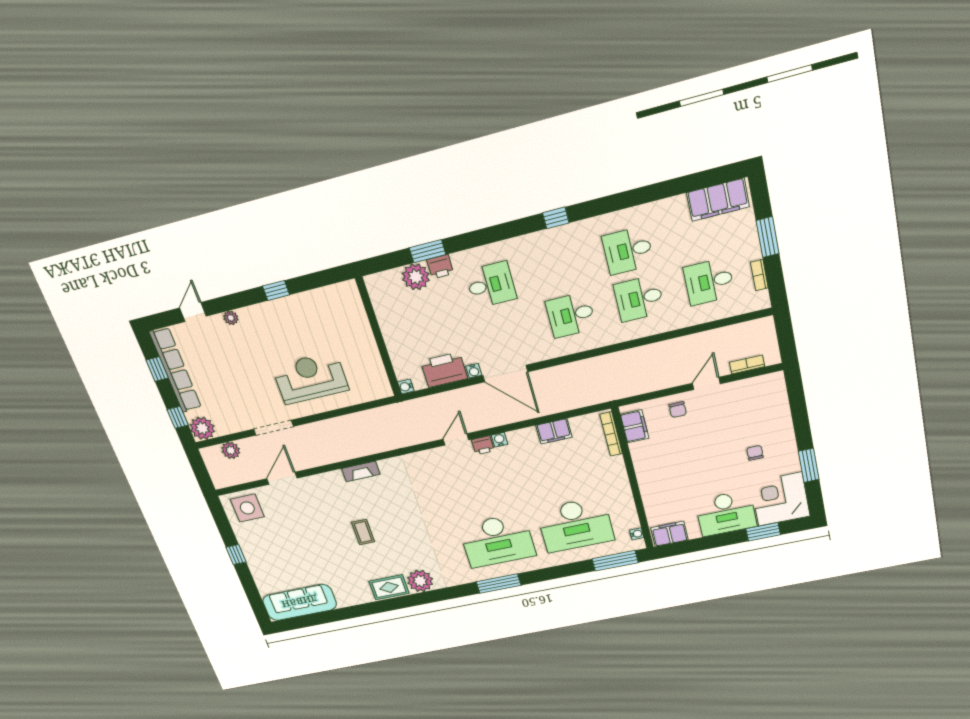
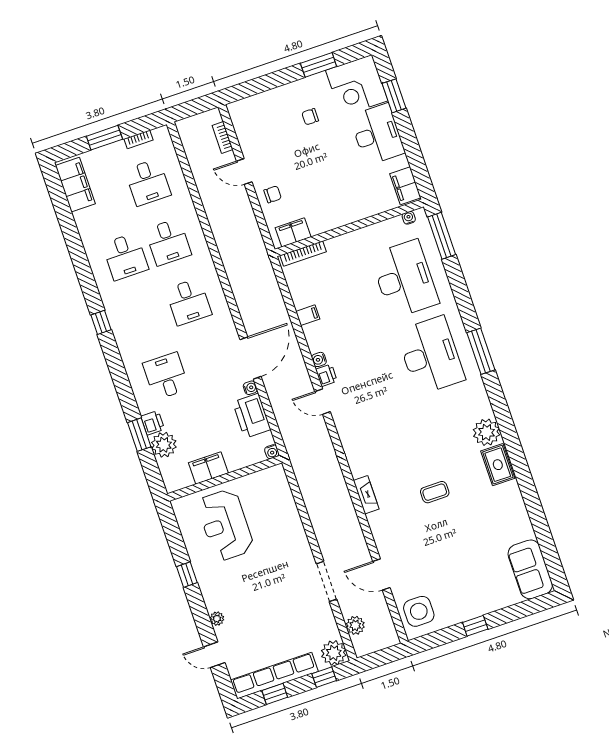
filing cabinet: (390, 322) -> (208, 468), added
reception desk: (310, 378) -> (225, 525), moved
filing cabinet: (554, 431) -> (308, 315), width x0.50
sofa: (300, 602) -> (530, 569), width x0.73

